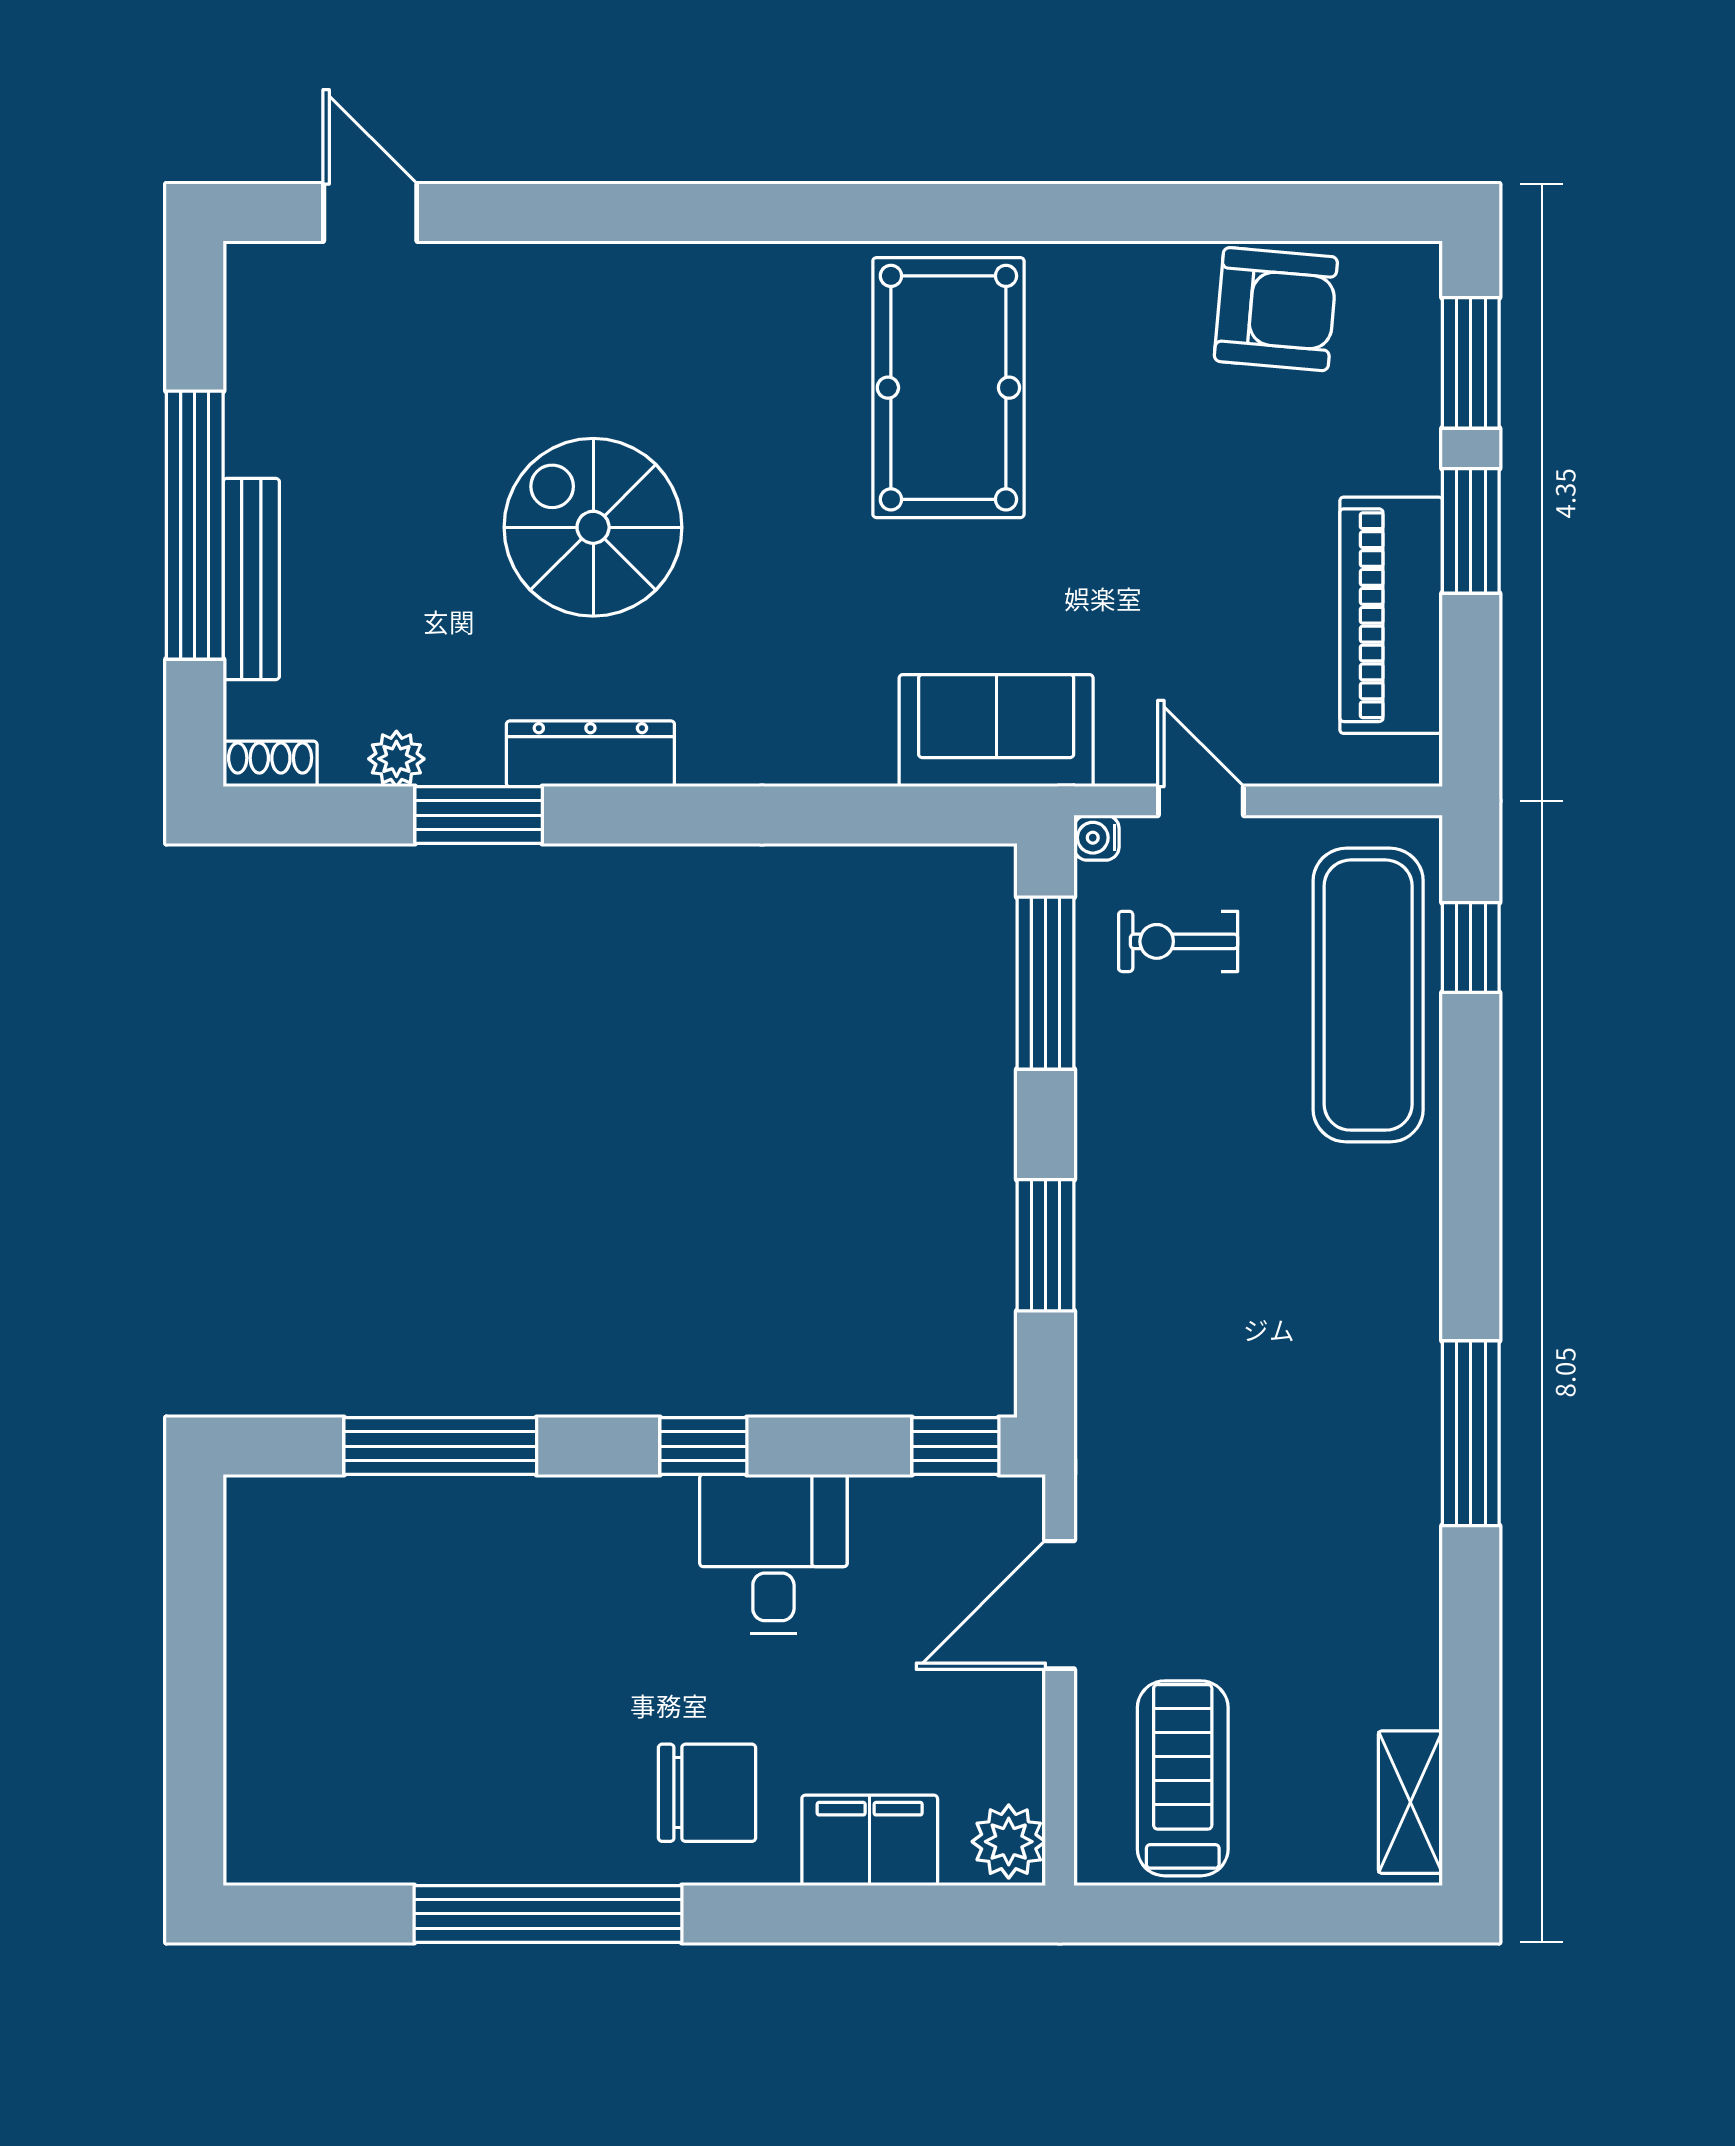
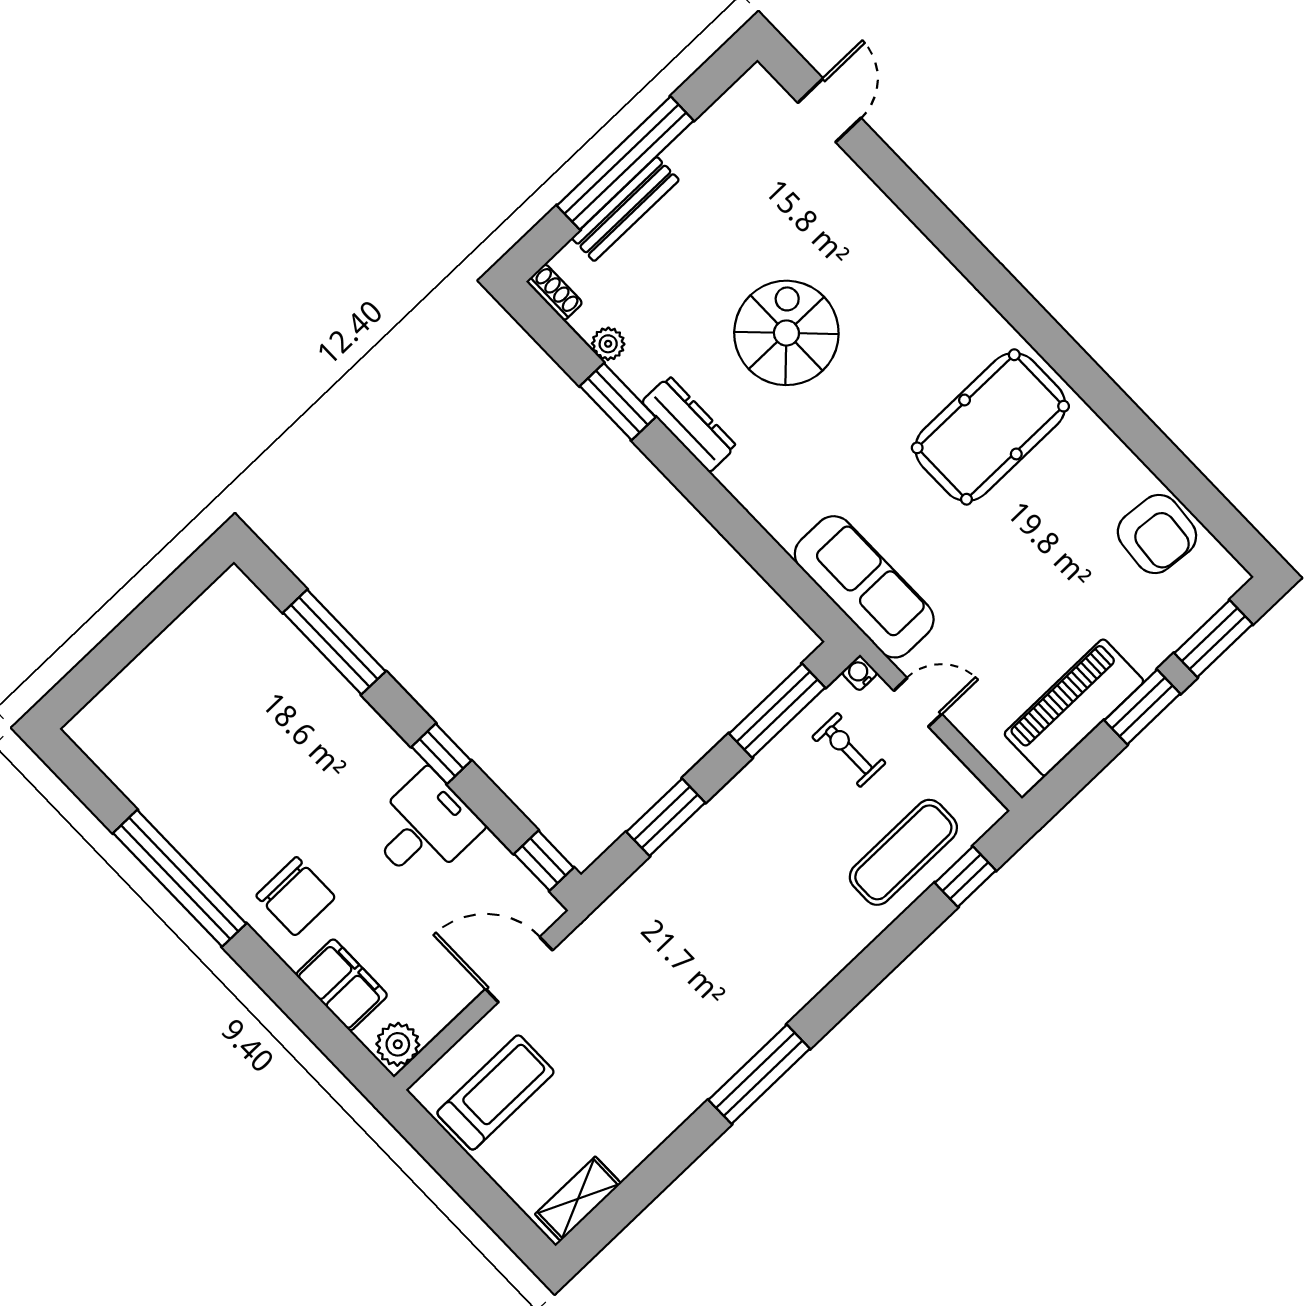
sofa: (996, 731) -> (864, 587), width x1.36
door: (1201, 801) -> (918, 702), hinge flipped
exercise mat: (1368, 995) -> (903, 852), width x0.73, depth x0.69

